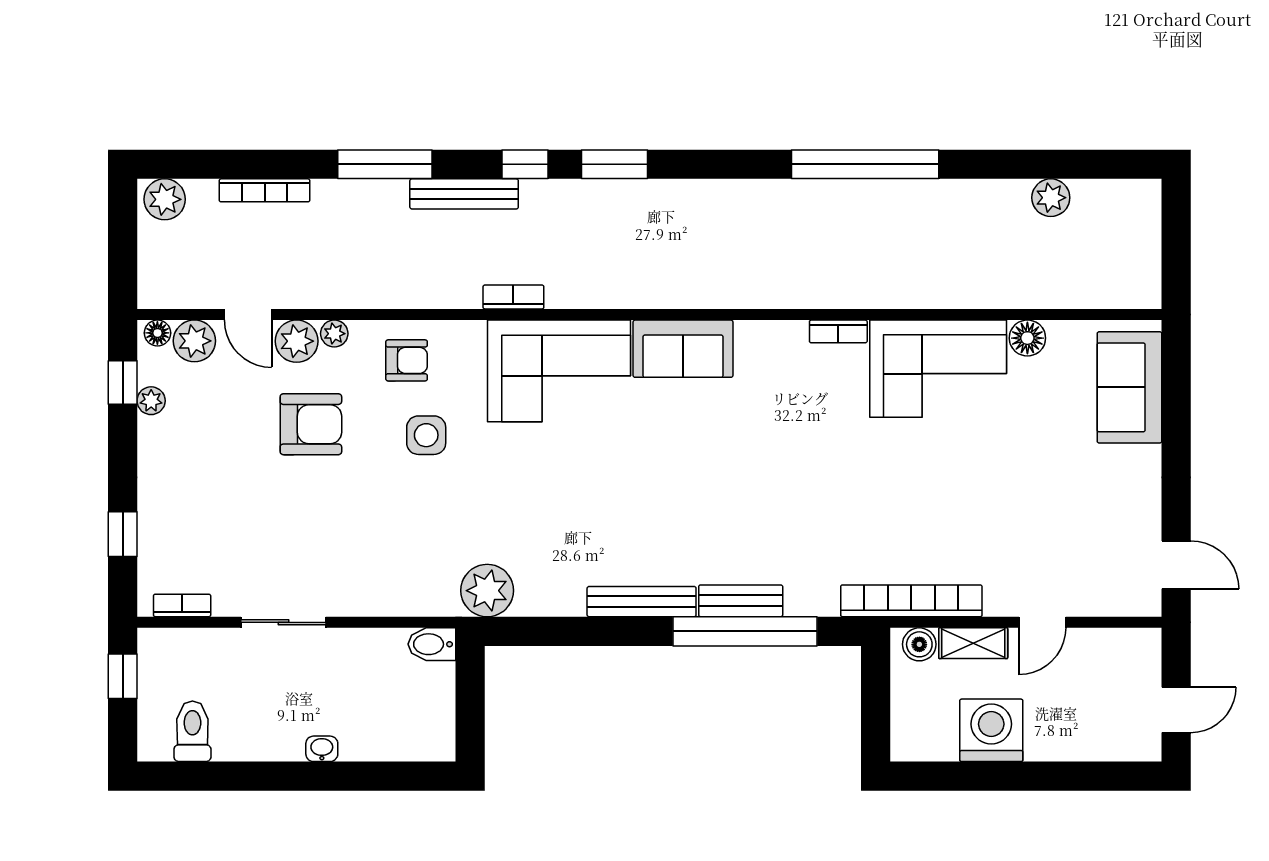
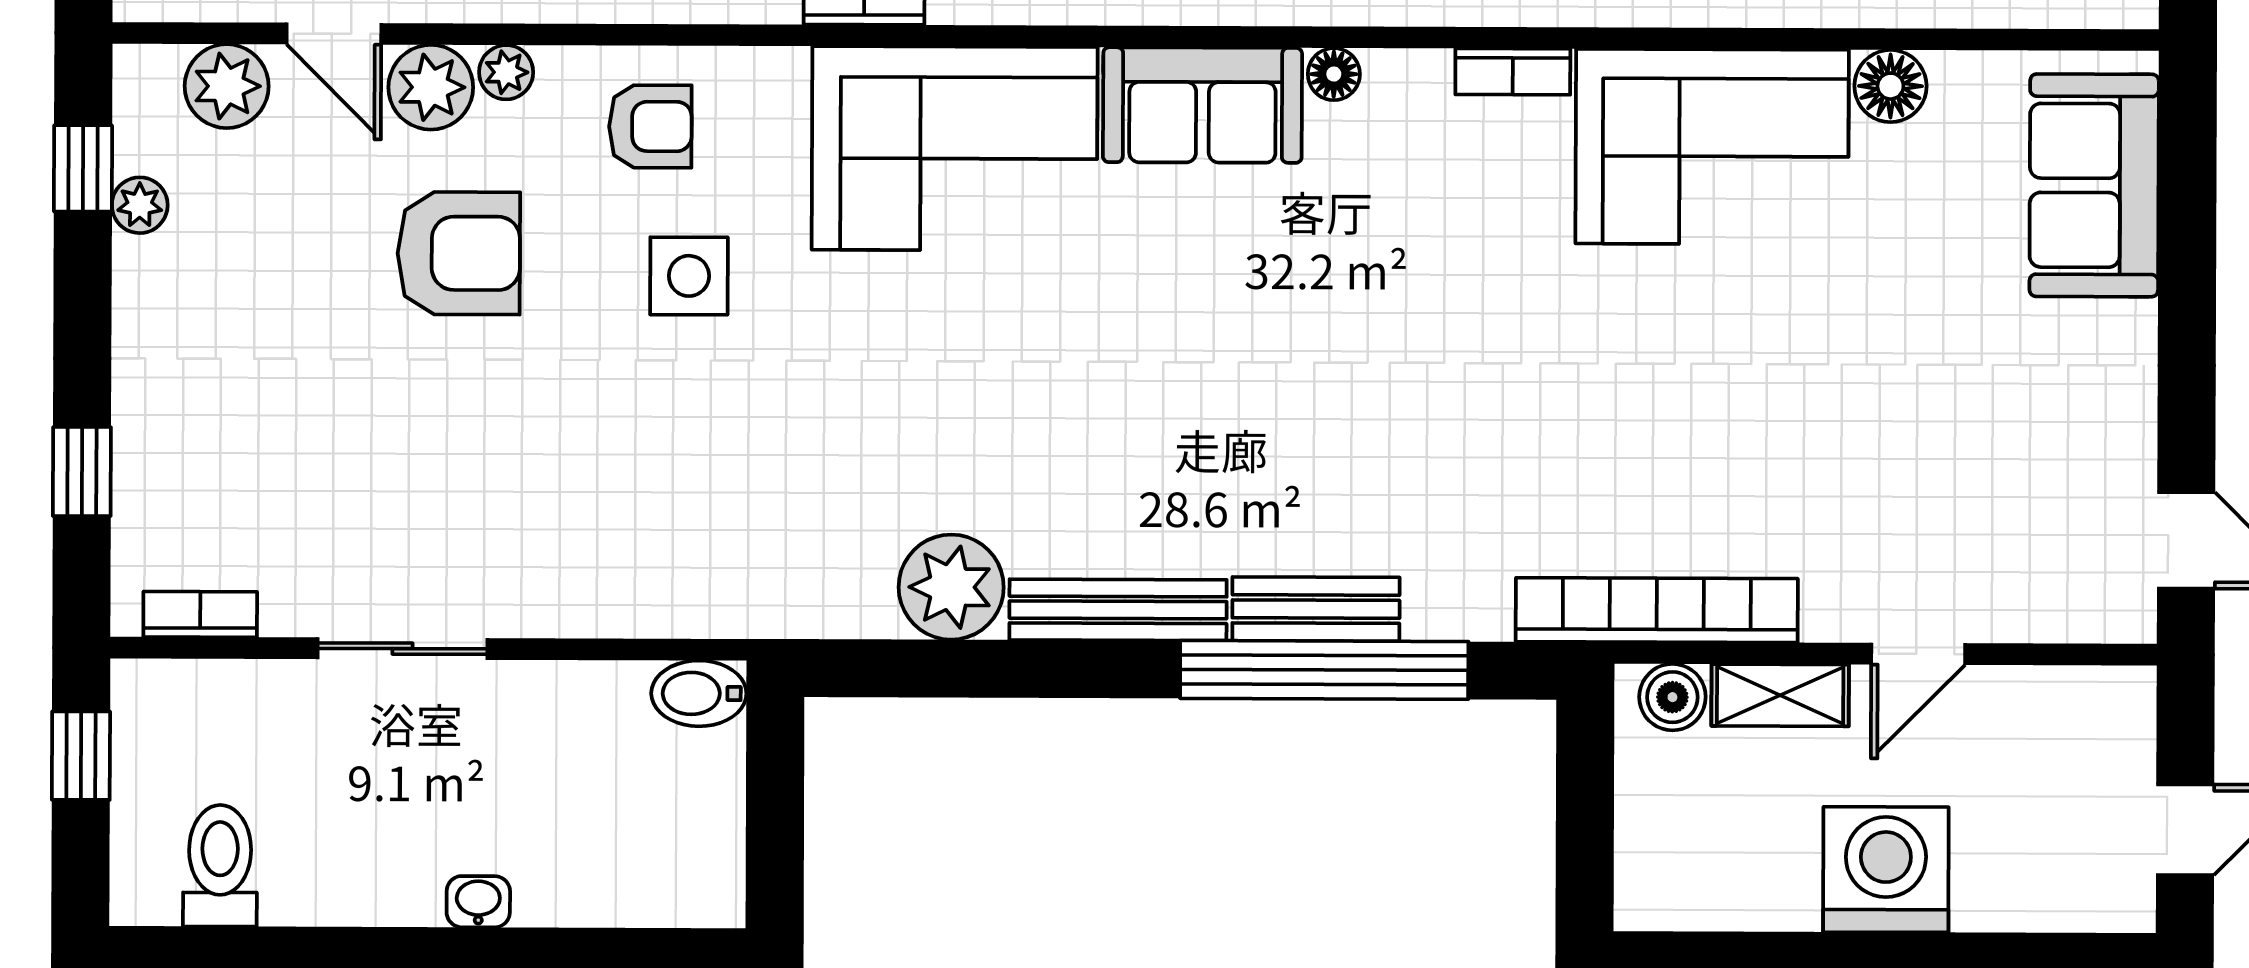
floor lamp: (157, 333) -> (1334, 74), moved
plant: (487, 591) -> (951, 587), moved
washing machine: (991, 730) -> (1886, 870), moved

